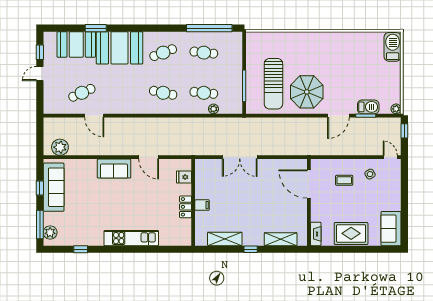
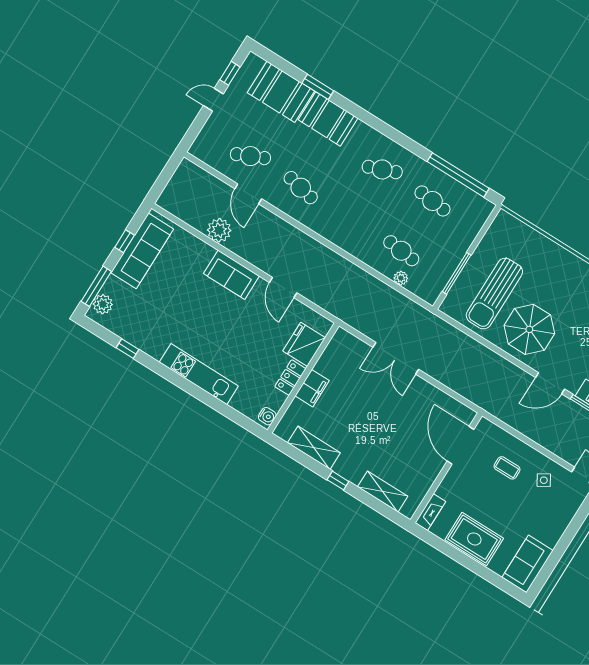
booth: (119, 48) -> (328, 119), width x0.73, depth x0.70
cafe table: (163, 93) -> (301, 188), moved
plant: (60, 147) -> (219, 230), moved
fridge: (184, 177) -> (304, 344), width x1.88, depth x1.34
filing cabinet: (202, 205) -> (312, 388), width x2.00
water cooler: (186, 238) -> (267, 416), added

